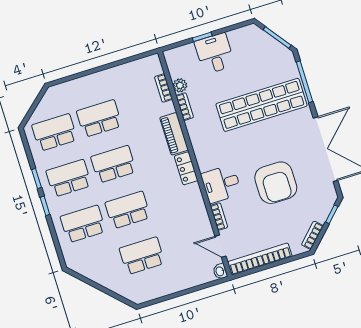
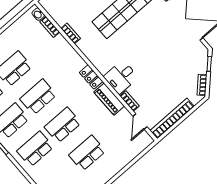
plant: (180, 85) -> (61, 20), removed
piano: (174, 134) -> (109, 99), moved
armchair: (276, 183) -> (159, 59), removed
door: (220, 246) -> (140, 122), hinge flipped
washbasin: (220, 271) -> (38, 14), moved

